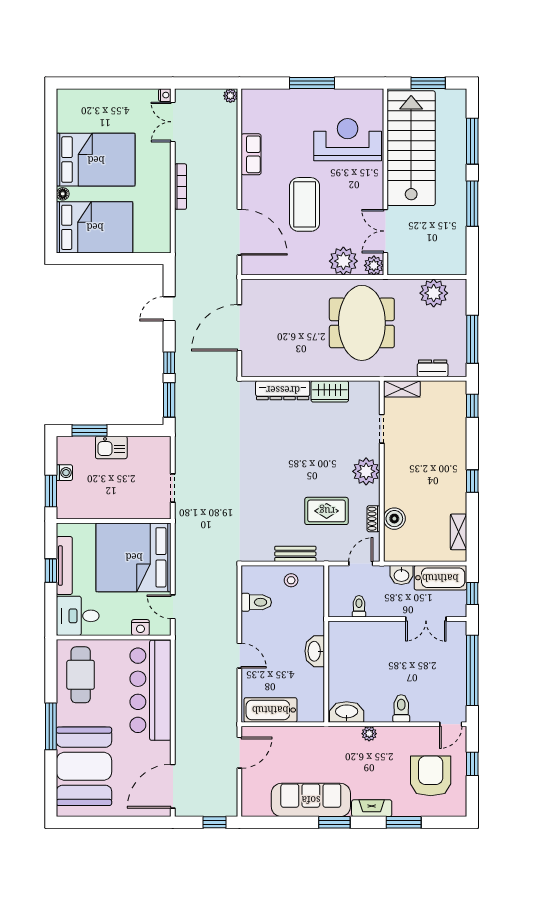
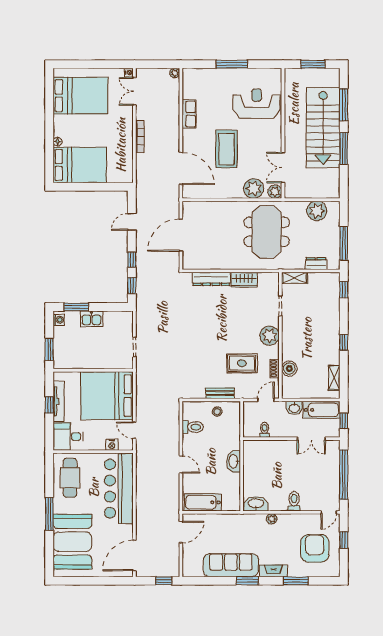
stairs: (411, 148) -> (323, 128), moved, turned 180
bed: (96, 160) -> (80, 96), moved
window: (169, 400) -> (132, 286), width x0.67
washing machine: (64, 473) -> (59, 320), moved

